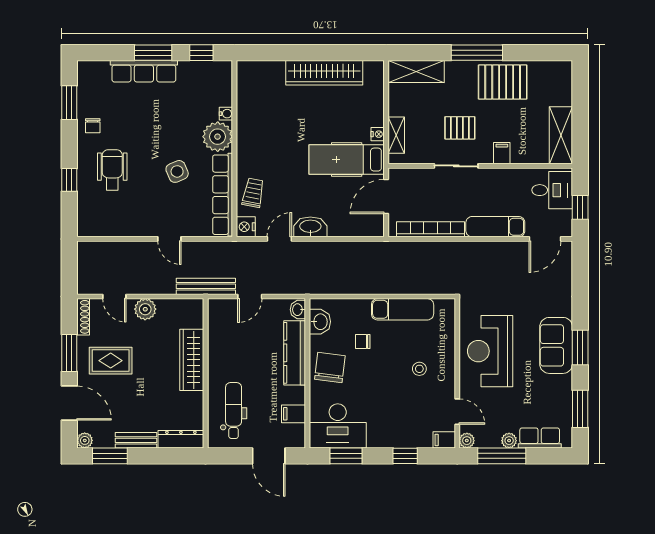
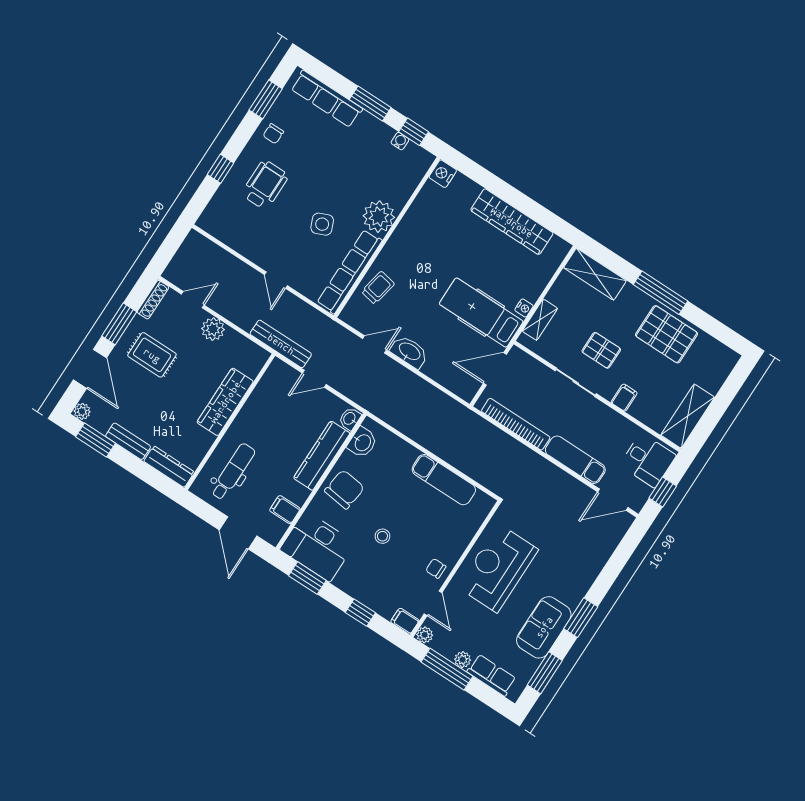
row of seats: (144, 71) -> (327, 99), moved
water cooler: (226, 114) -> (400, 141), moved, turned -90
nightstand: (246, 227) -> (443, 174), moved
door: (114, 297) -> (193, 300), swing flipped
chair: (363, 341) -> (436, 568), moved
sofa: (556, 345) -> (544, 627), moved
stool: (419, 369) -> (382, 536), moved

